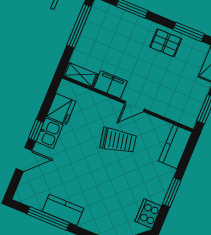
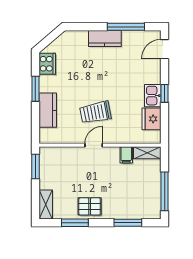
filing cabinet: (111, 84) -> (126, 155), width x0.50
kitchen counter: (175, 147) -> (48, 110), moved
door: (24, 160) -> (165, 49), moved
kitchen counter: (63, 210) -> (105, 39), moved

